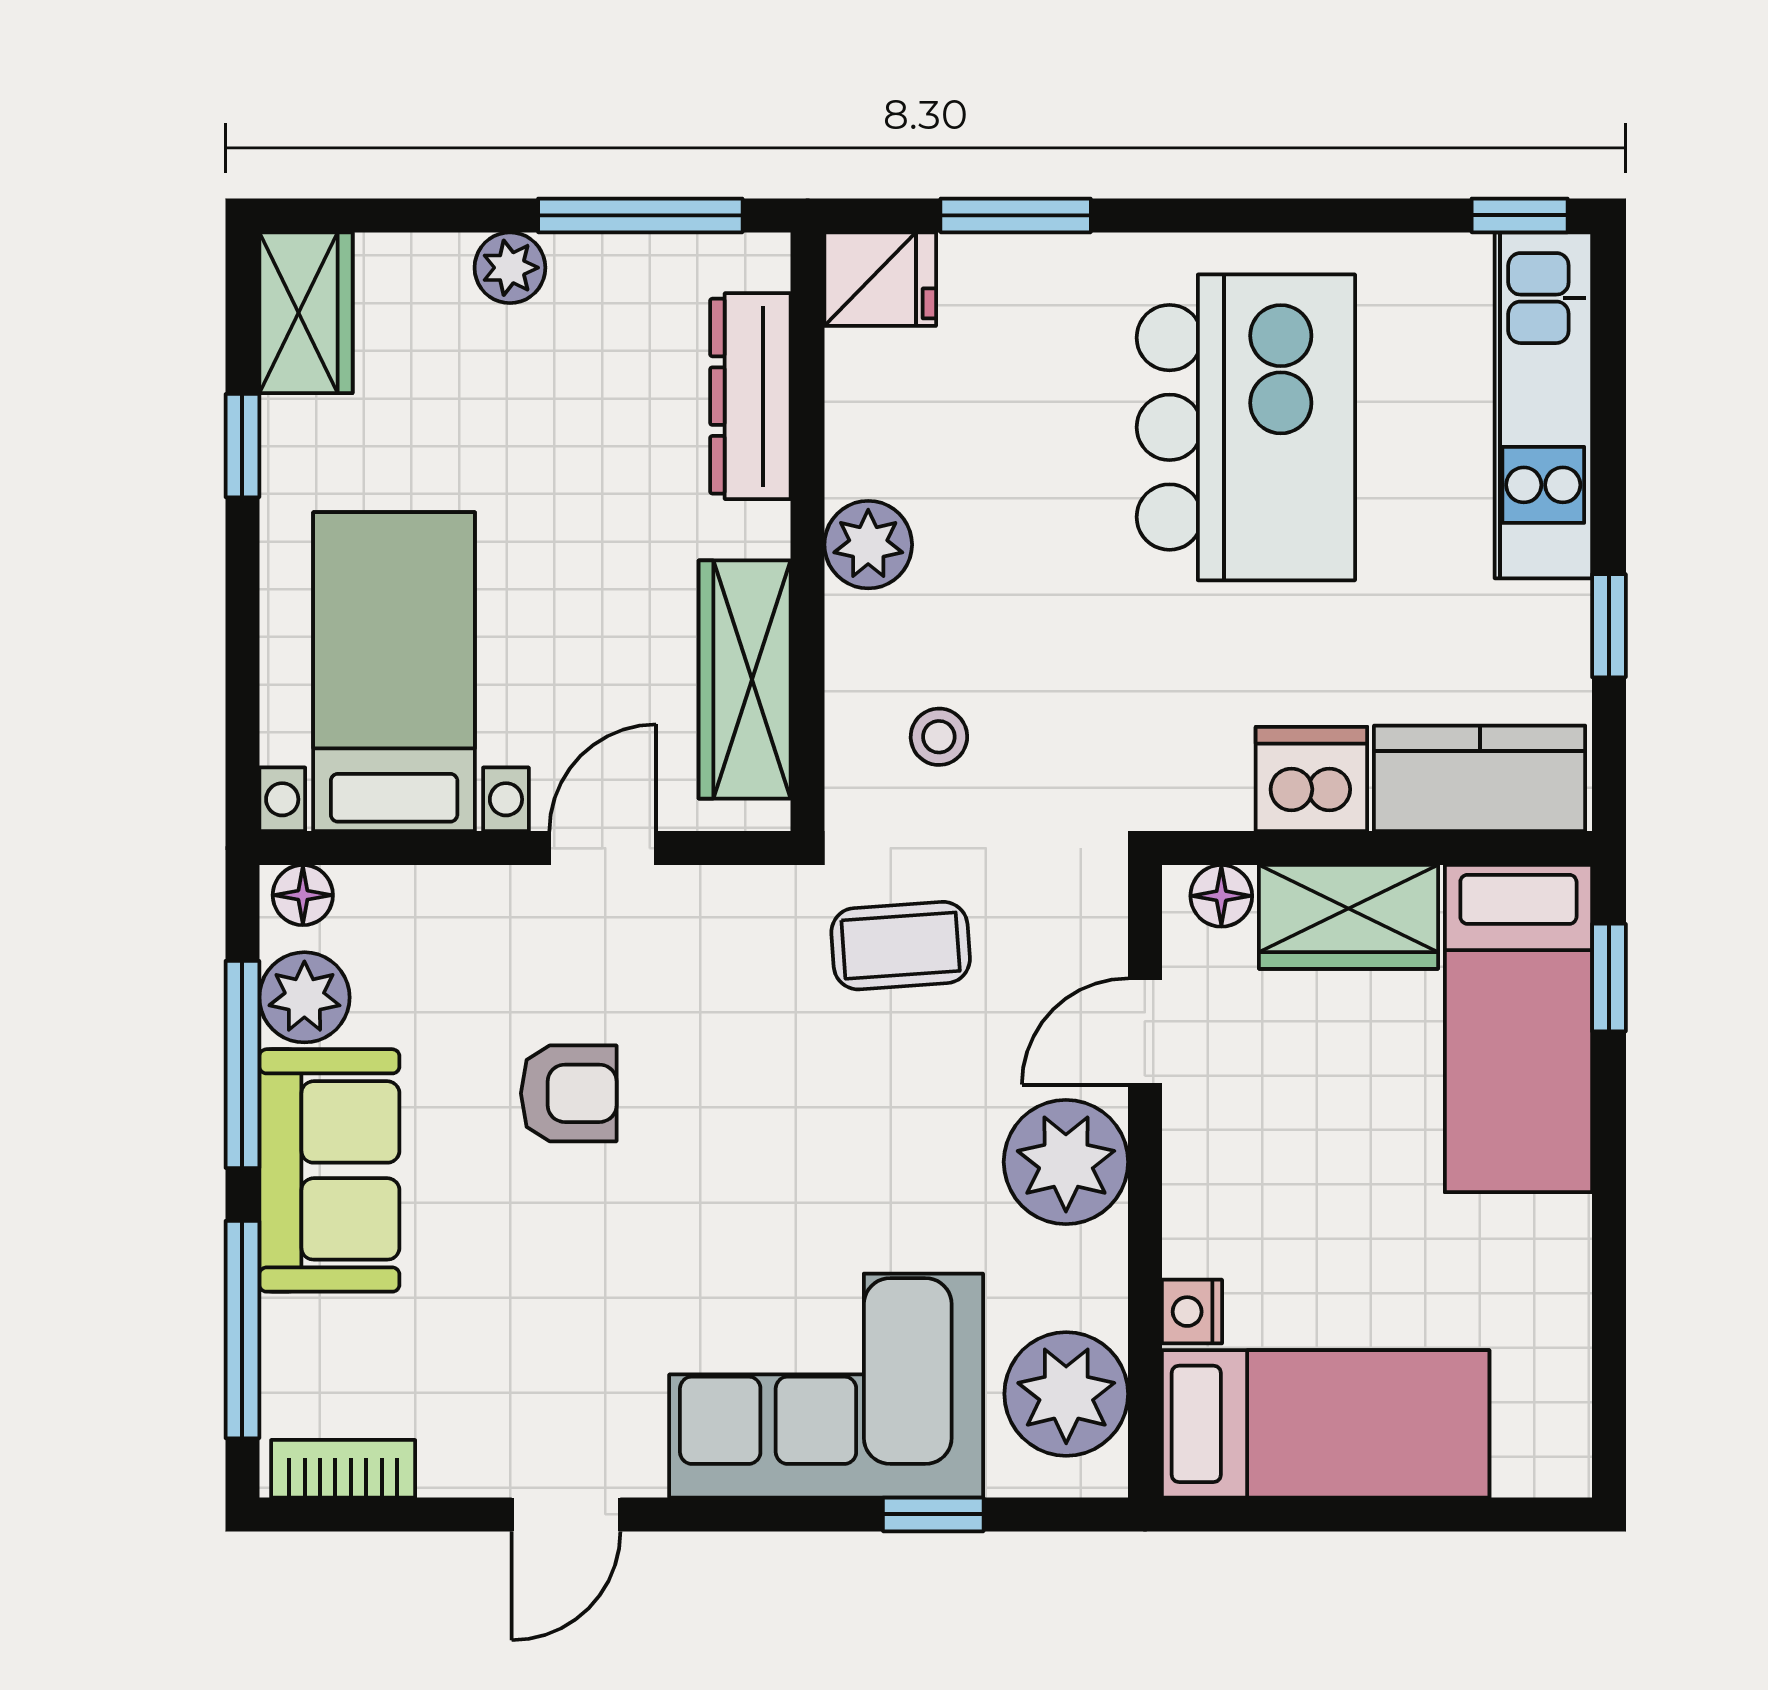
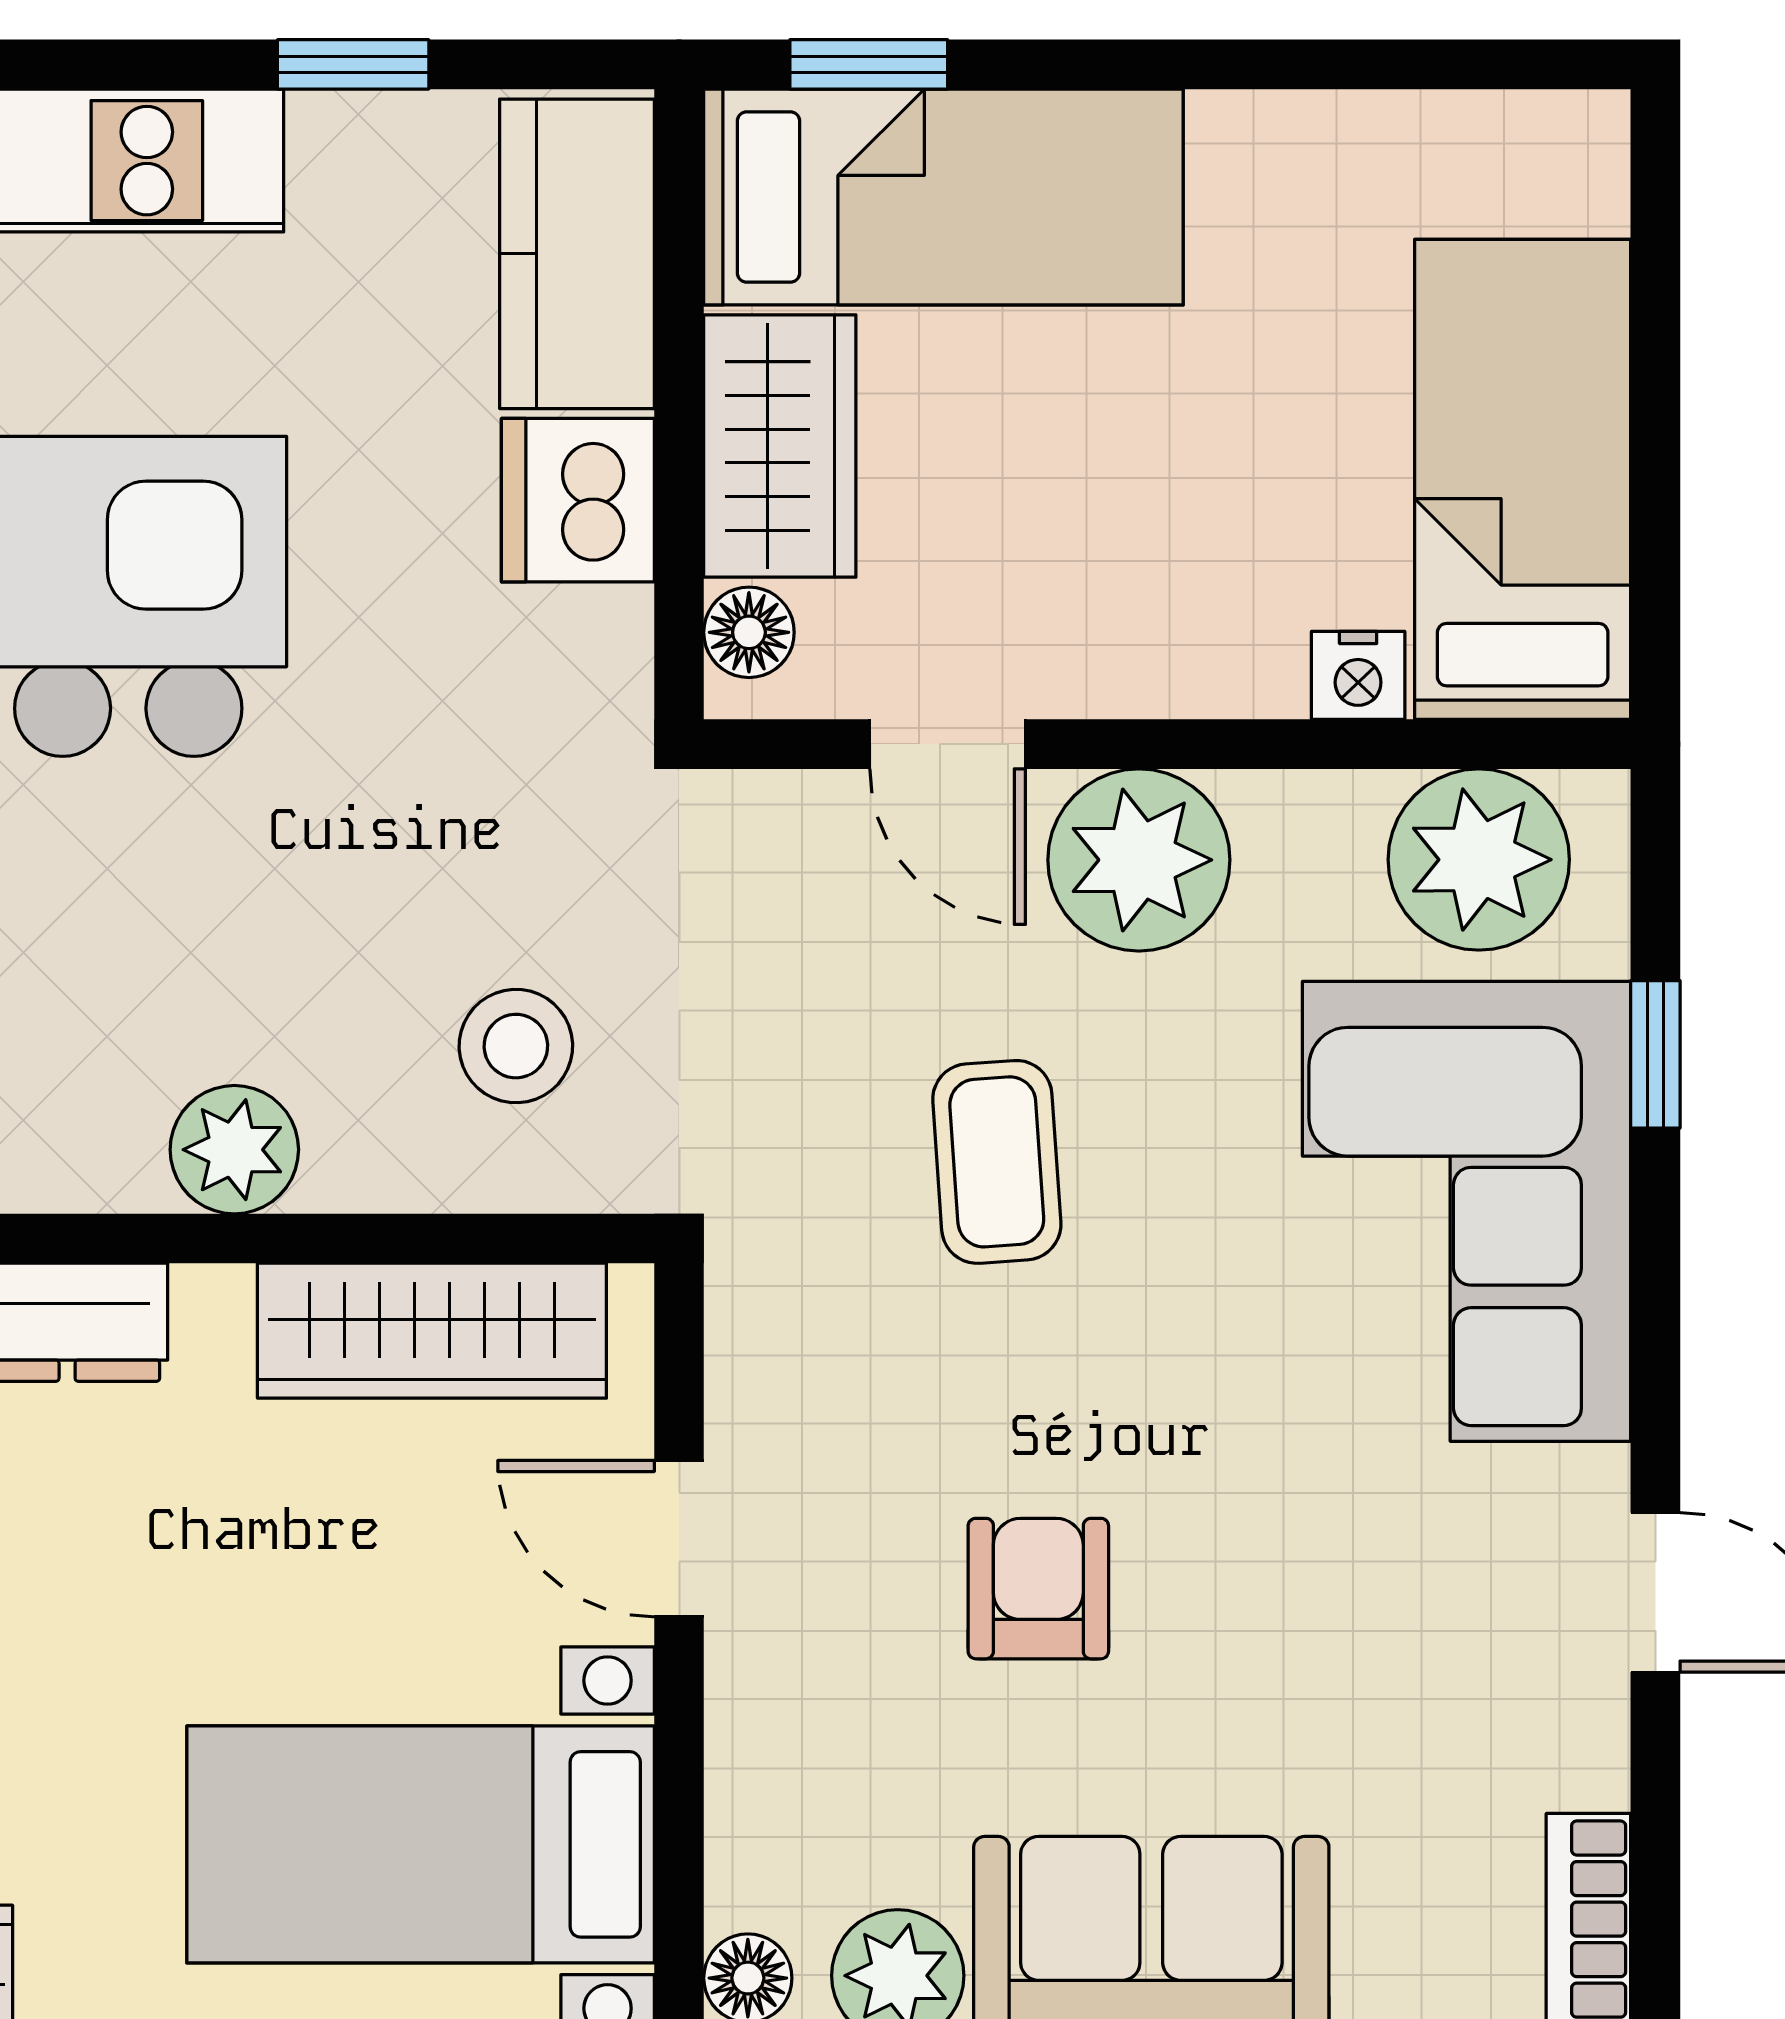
stool: (939, 737) -> (516, 1046), width x1.37, depth x1.37
coffee table: (901, 946) -> (997, 1162), moved

